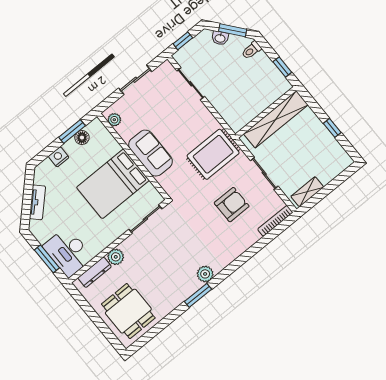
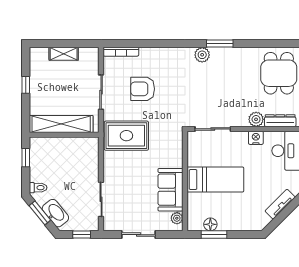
washbasin: (220, 38) -> (55, 213), width x1.91, depth x1.45
sofa: (151, 153) -> (170, 190), moved
nightstand: (59, 157) -> (256, 138), moved, turned 180
bed: (113, 184) -> (215, 180), width x0.67
shelving: (307, 192) -> (64, 54), moved

